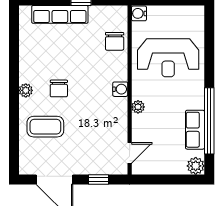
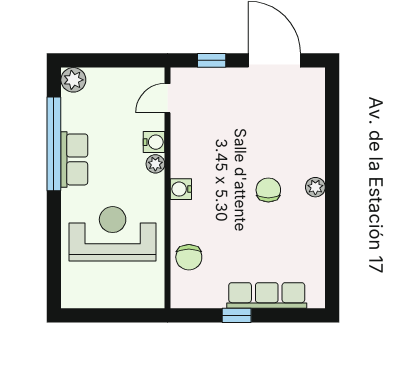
water cooler: (139, 13) -> (154, 142), moved
chair: (115, 41) -> (189, 257), turned 180
coffee table: (45, 127) -> (287, 136), removed
row of seats: (195, 130) -> (74, 159), moved

